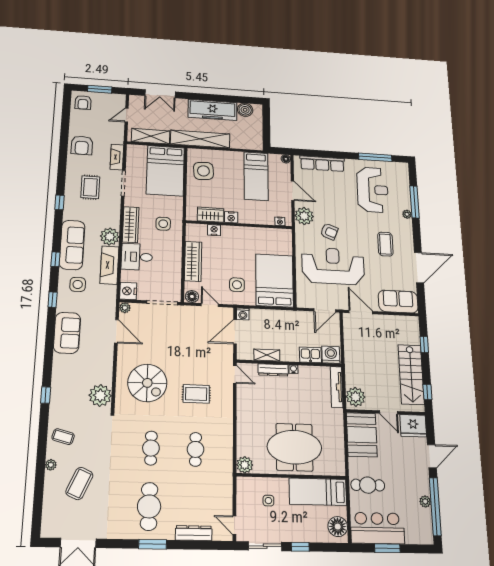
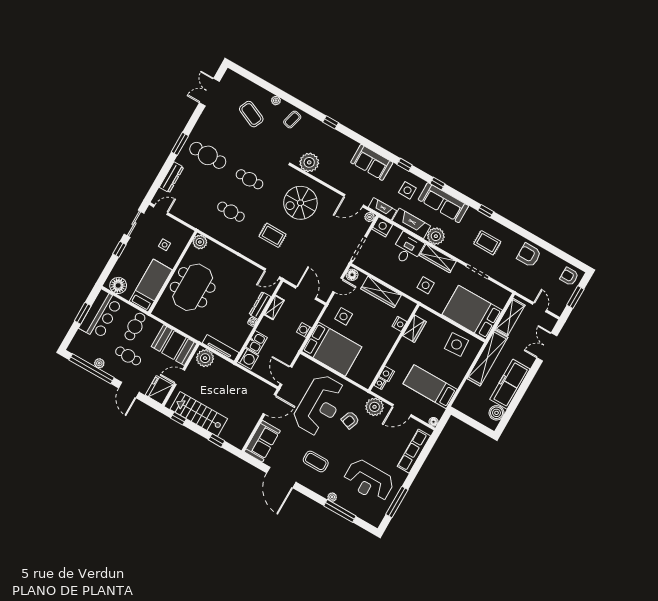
fireplace: (117, 157) -> (382, 209), moved
nightstand: (231, 217) -> (387, 374), moved
washing machine: (243, 314) -> (304, 330), moved
rug: (196, 394) -> (273, 235), turned 90
cafe table: (400, 476) -> (128, 356), added

